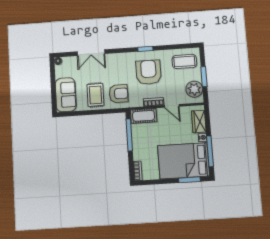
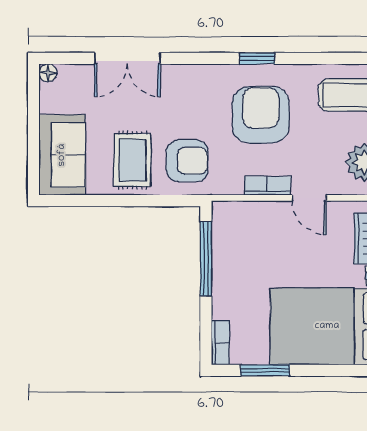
cot: (144, 116) -> (242, 217), removed
window: (189, 180) -> (265, 370), moved

